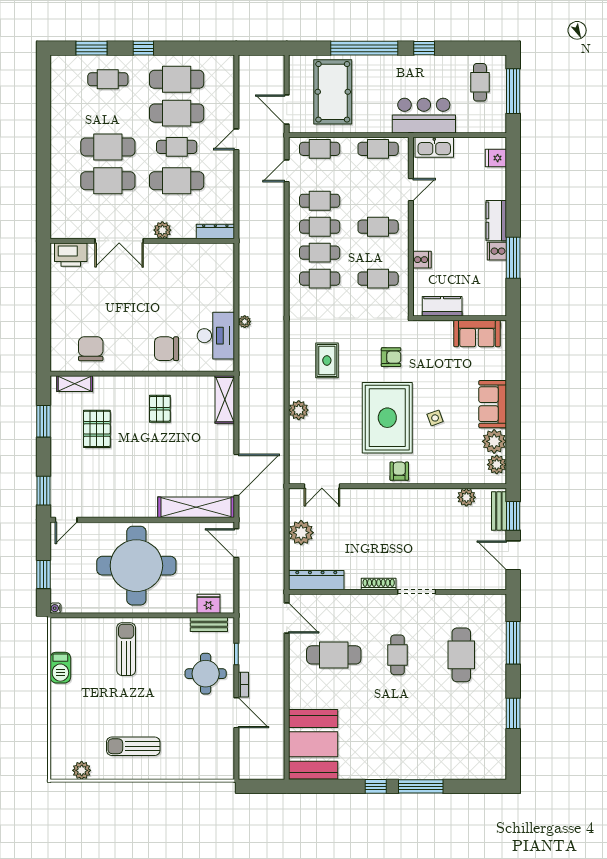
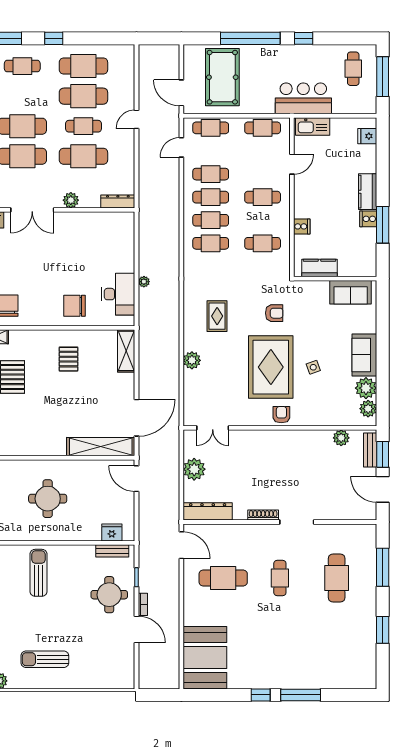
round table: (136, 566) -> (48, 499), width x0.54, depth x0.54

